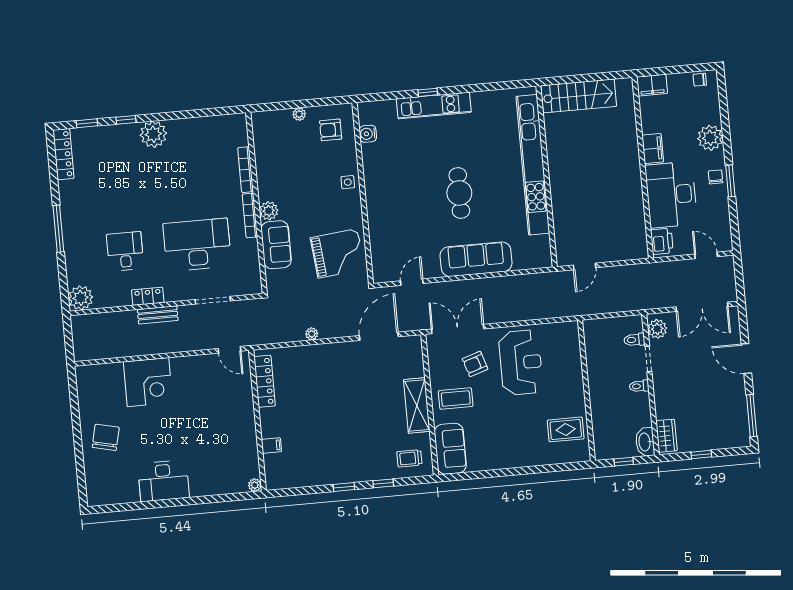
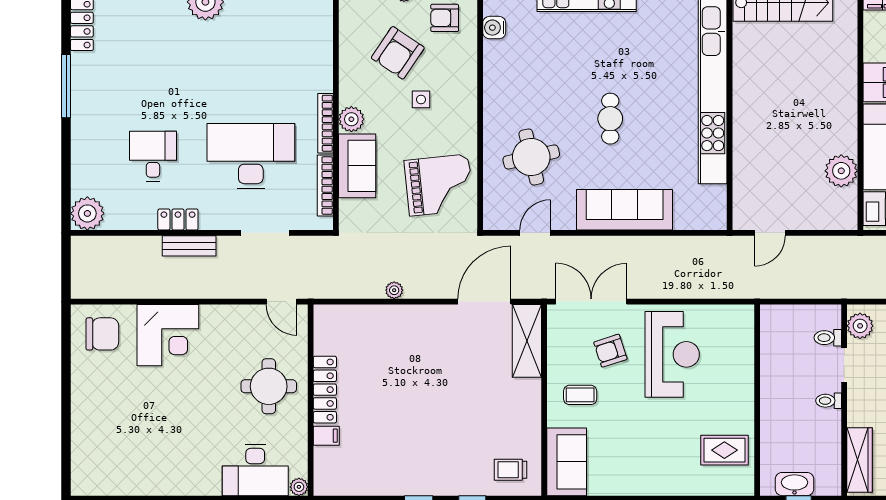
armchair: (298, 159) -> (398, 53), added
bookcase: (246, 170) -> (325, 185), moved
side table: (348, 182) -> (421, 99), moved
cafe table: (459, 193) -> (610, 119), width x0.73, depth x0.74
plant: (633, 216) -> (841, 171), added
round table: (404, 227) -> (531, 157), added
window: (58, 229) -> (66, 86), moved
locker: (265, 381) -> (325, 390), moved
coffee table: (456, 399) -> (580, 395), width x0.73, depth x0.77
shelving: (417, 405) -> (527, 341), moved
round table: (226, 413) -> (269, 386), added
wardrobe: (667, 436) -> (860, 460), width x1.50
chair: (106, 437) -> (102, 334), moved, turned 77
washbasin: (645, 442) -> (795, 484), moved, turned 90
desk: (163, 481) -> (255, 470), moved

